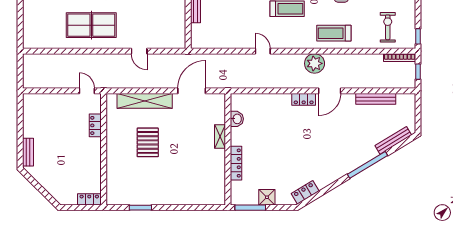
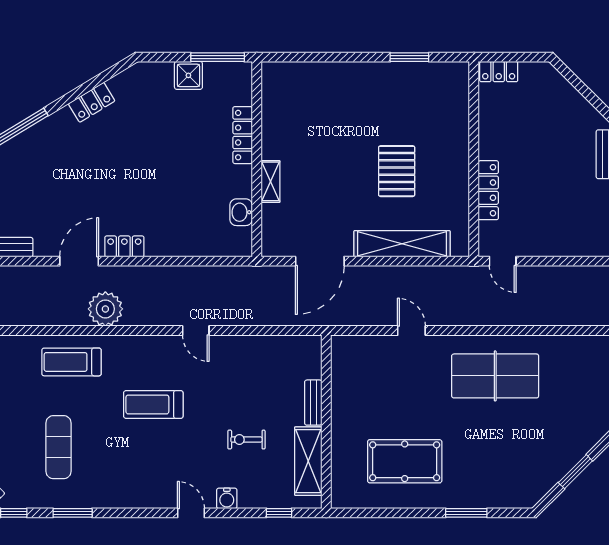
treadmill: (334, 33) -> (72, 362), turned 180
locker: (95, 125) -> (488, 190), width x1.53
locker: (305, 192) -> (92, 102), moved

